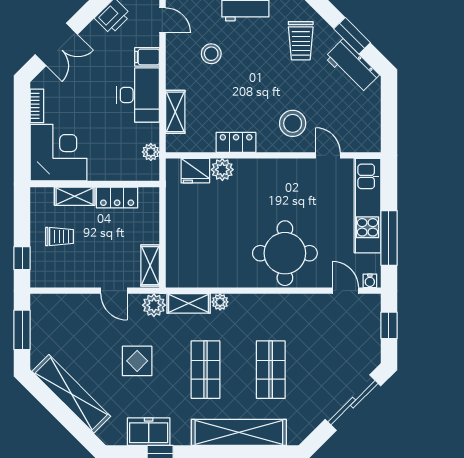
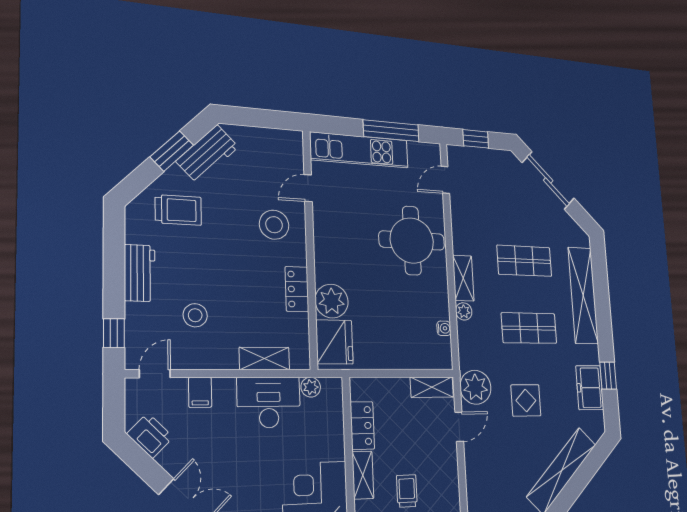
desk: (138, 95) -> (269, 402), moved
plant: (222, 170) -> (332, 301), width x1.36, depth x1.36
fridge: (195, 171) -> (334, 342), width x1.36, depth x1.34
water cooler: (370, 281) -> (444, 328), moved
shelving: (189, 303) -> (463, 278), moved
plant: (154, 305) -> (475, 387), width x1.36, depth x1.36

